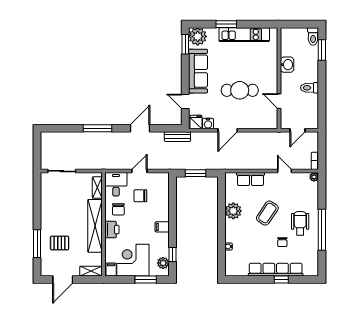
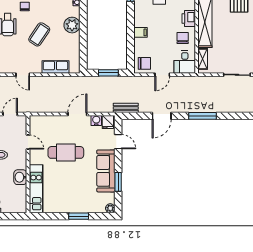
kitchen unit: (244, 35) -> (36, 189), moved, turned 90
plant: (198, 36) -> (110, 208), width x0.53, depth x0.53
window: (185, 44) -> (118, 182), moved
chair: (140, 196) -> (144, 63), moved
plant: (233, 211) -> (72, 25), moved
filing cabinet: (162, 227) -> (140, 32), moved

